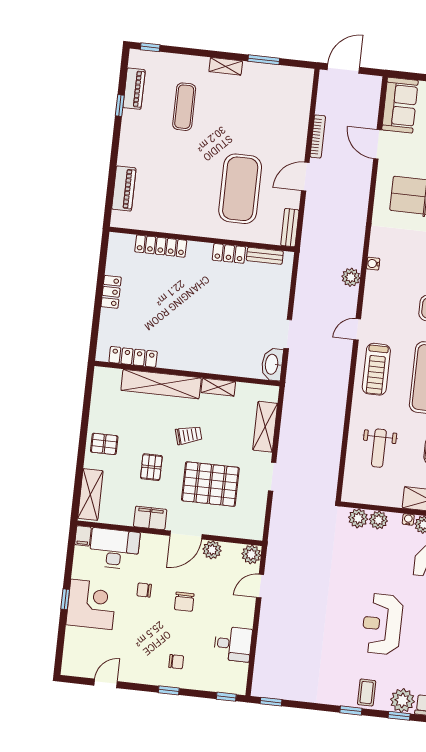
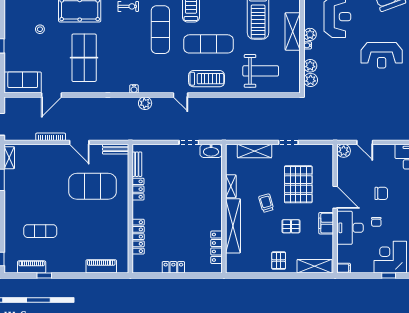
shelving: (226, 66) -> (9, 158), moved
weight bench: (379, 448) -> (261, 71), width x1.36, depth x1.33
desk: (114, 549) -> (350, 228), moved
plant: (212, 550) -> (343, 178), removed

